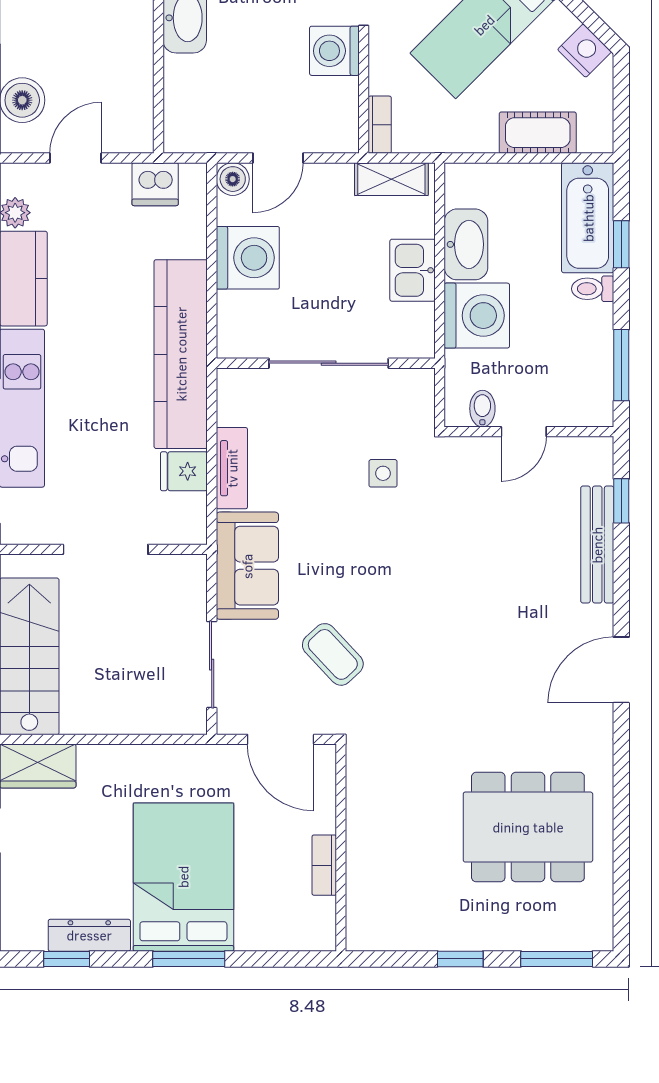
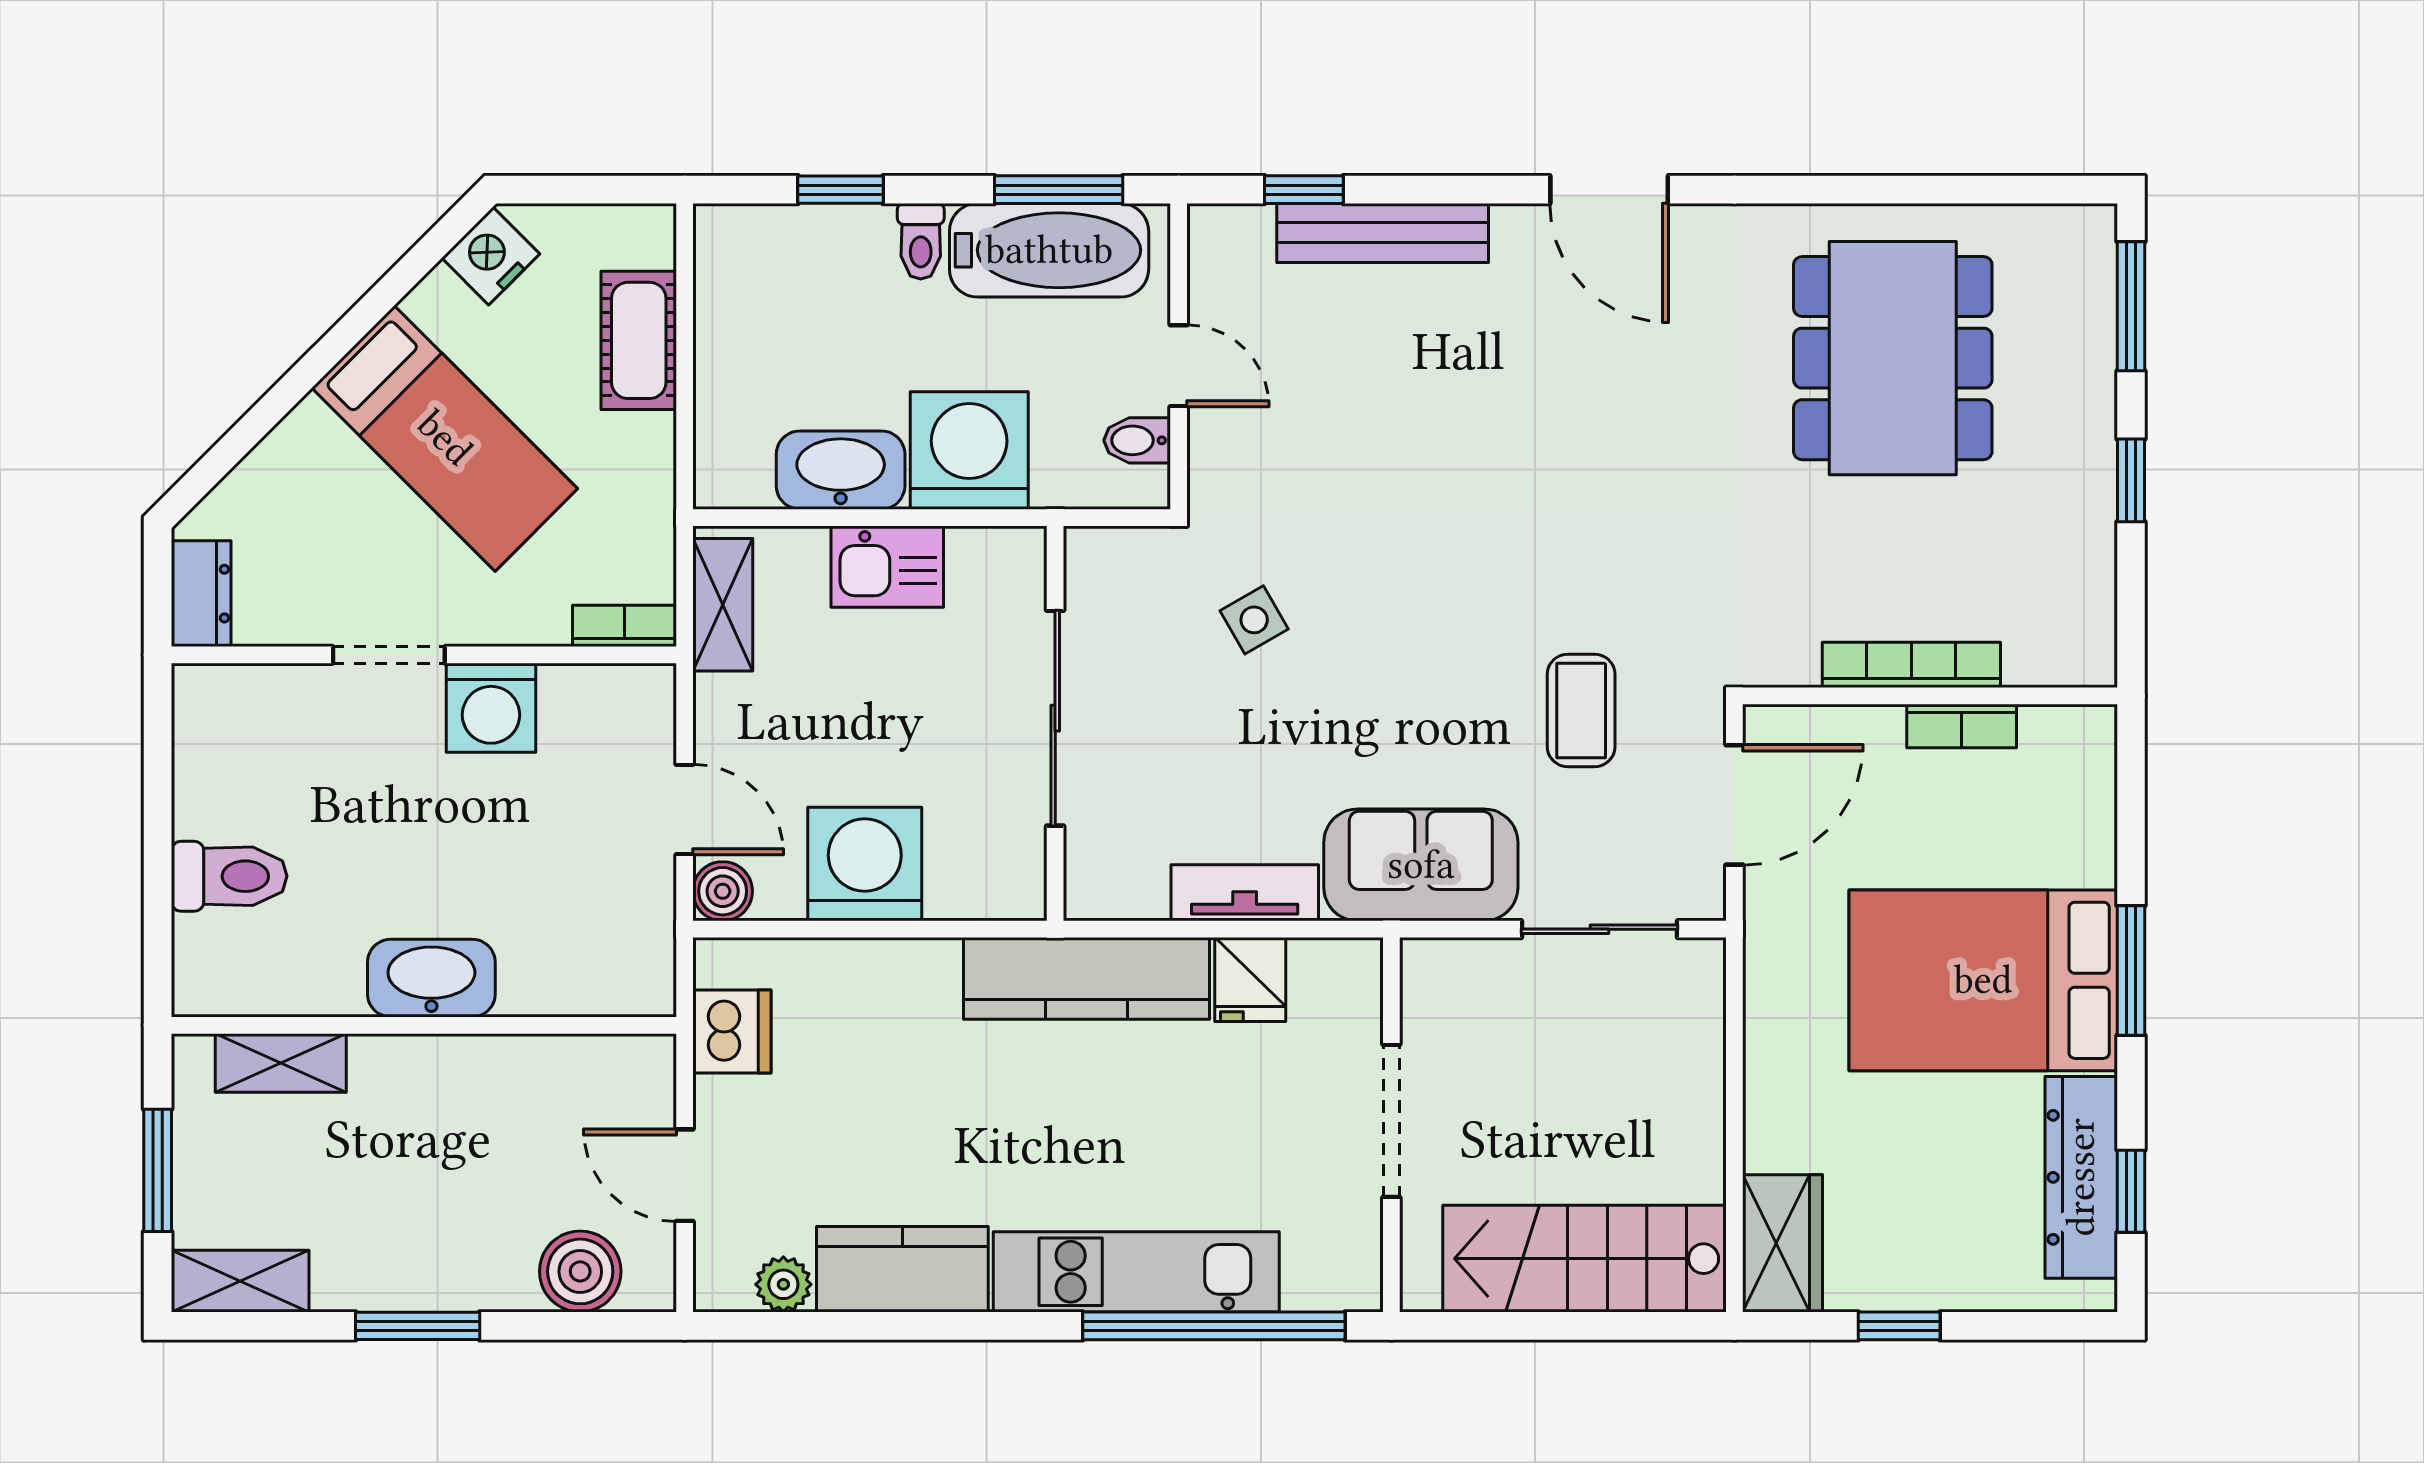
bathtub: (588, 218) -> (1049, 250), moved
kitchen counter: (181, 354) -> (1087, 978), width x0.72, depth x0.86
side table: (383, 473) -> (1254, 620), turned -30
coffee table: (333, 654) -> (1581, 710), turned -47
bookcase: (358, 837) -> (1911, 665), added
dresser: (89, 935) -> (2081, 1177), width x1.37, depth x1.24

